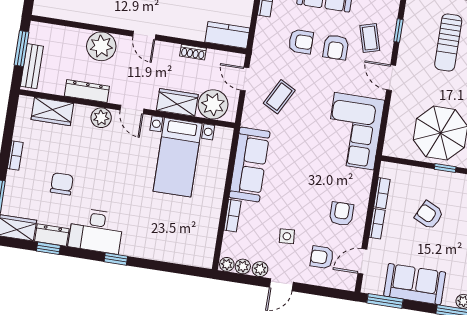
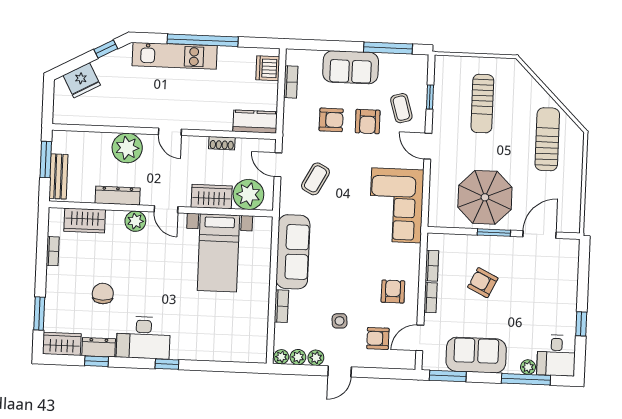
bookcase: (15, 156) -> (53, 251), moved
window: (445, 168) -> (494, 233), width x1.50

